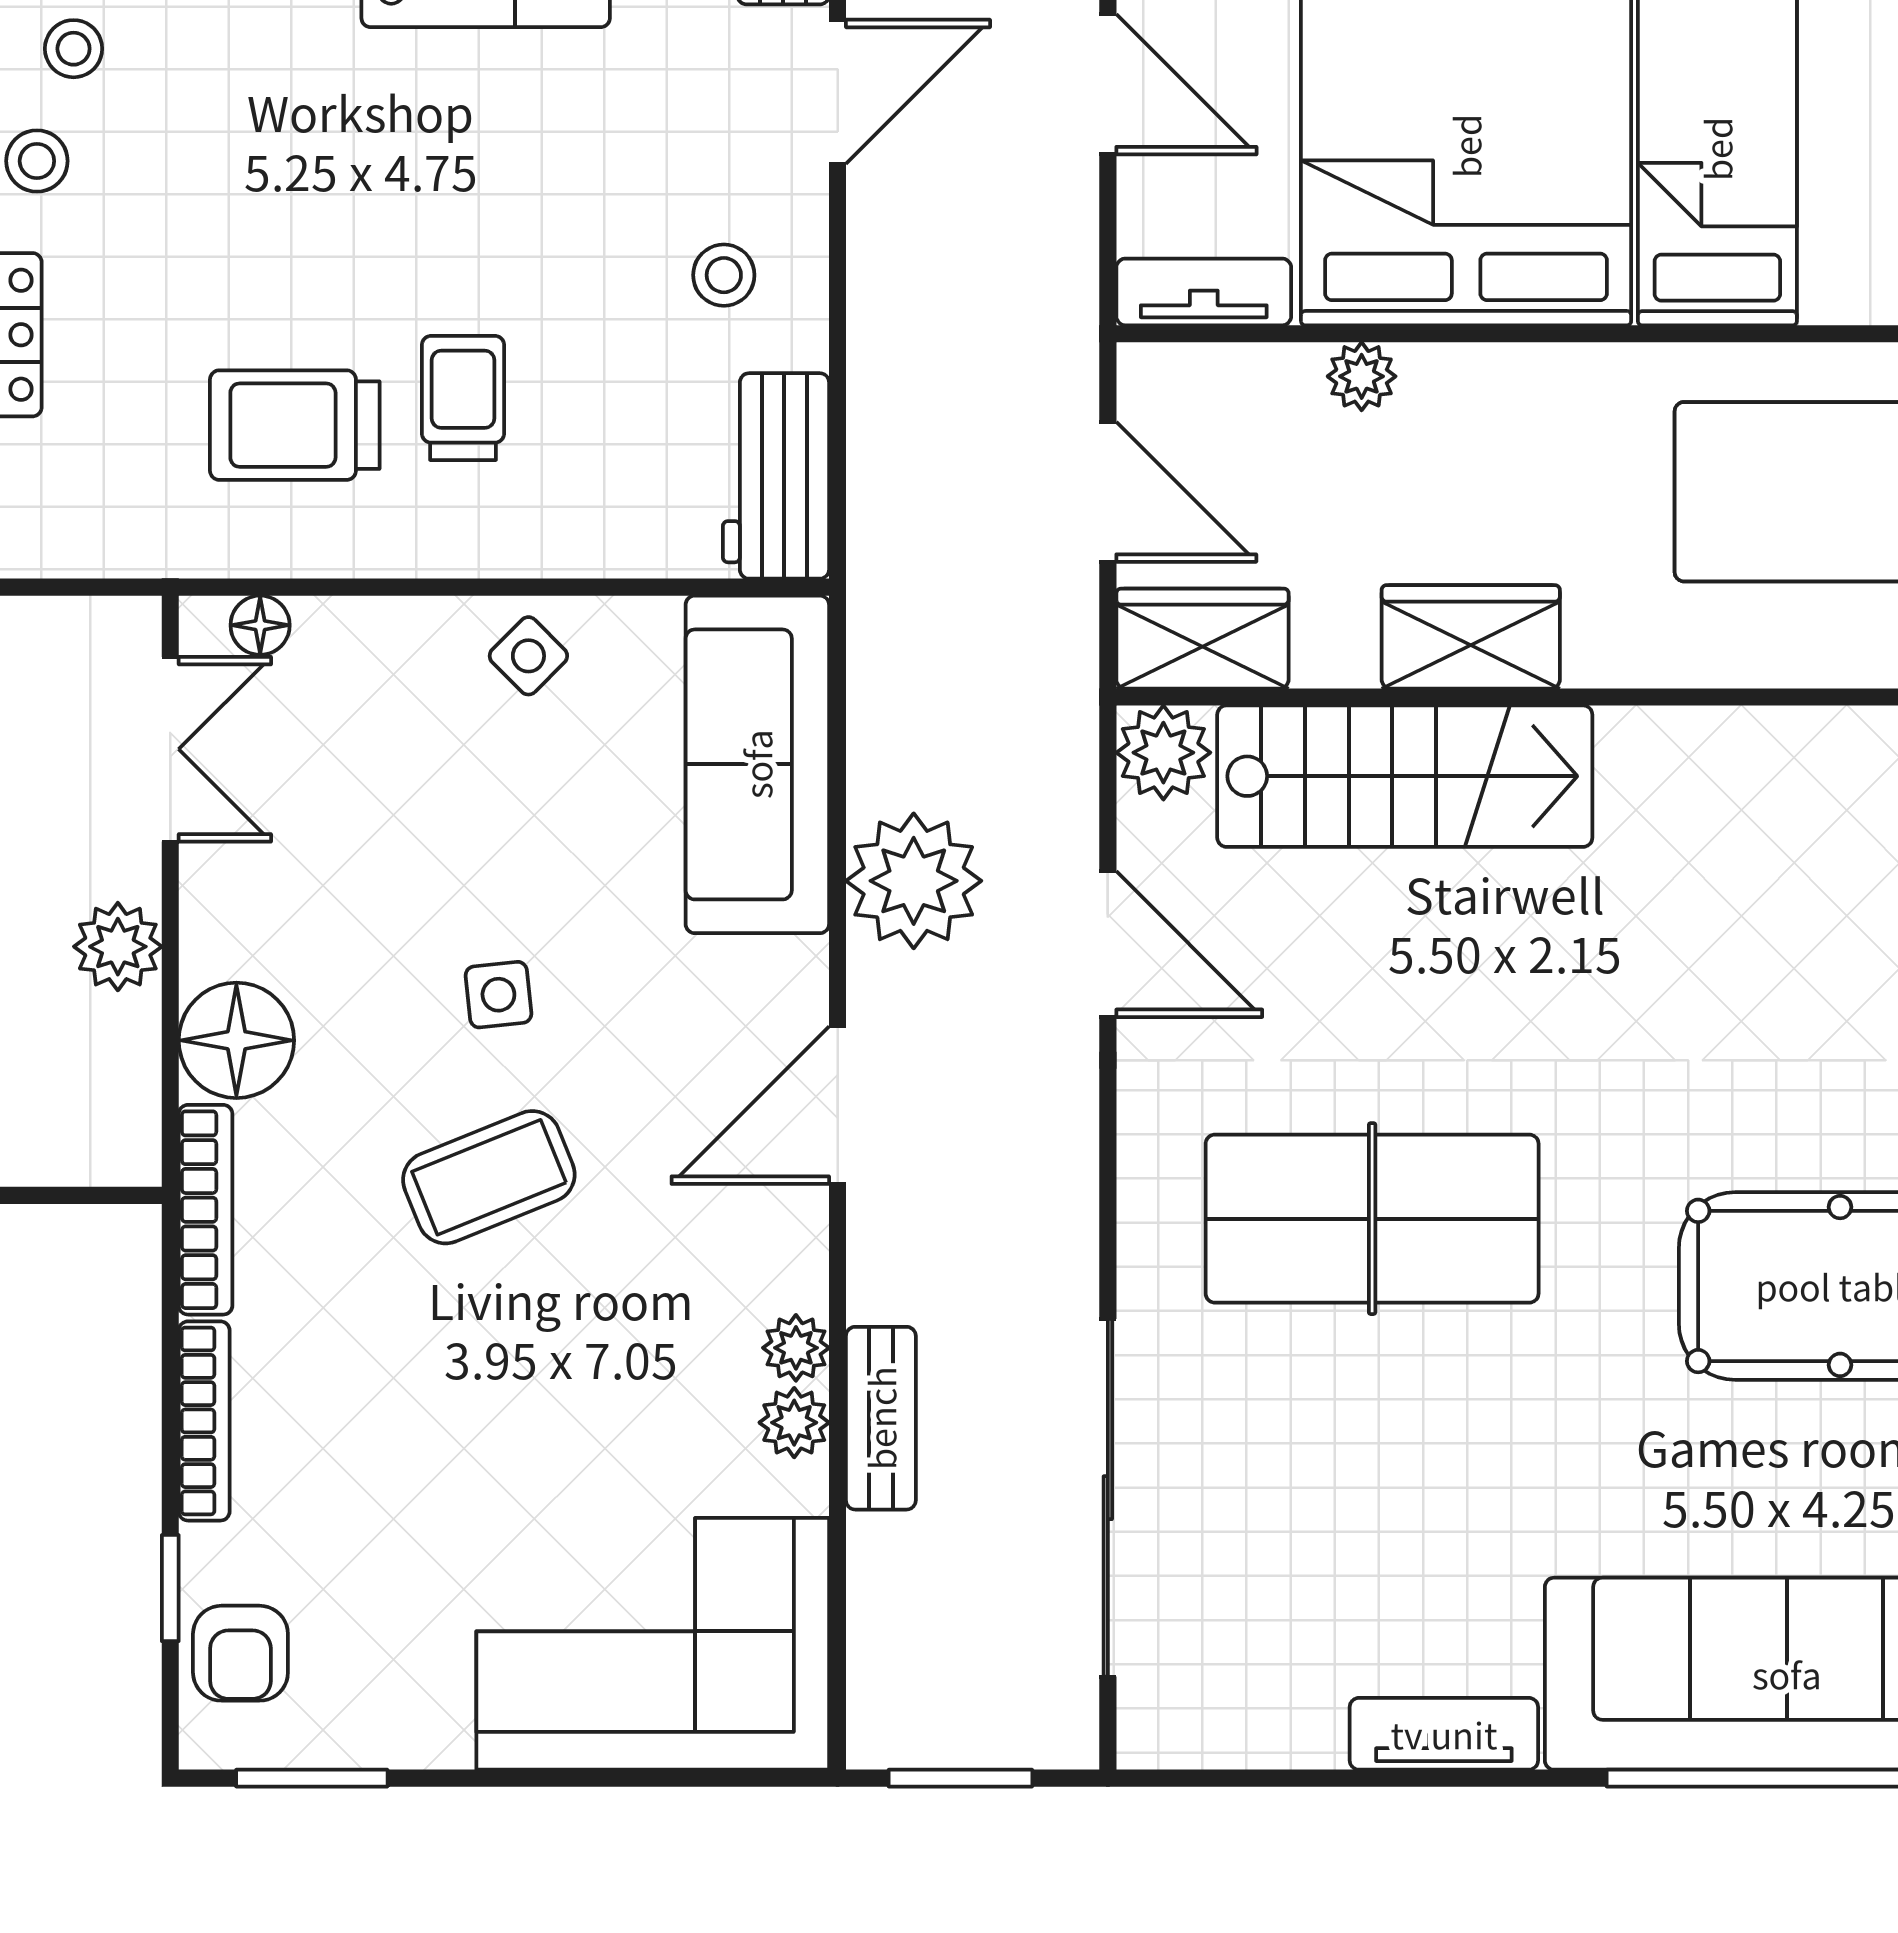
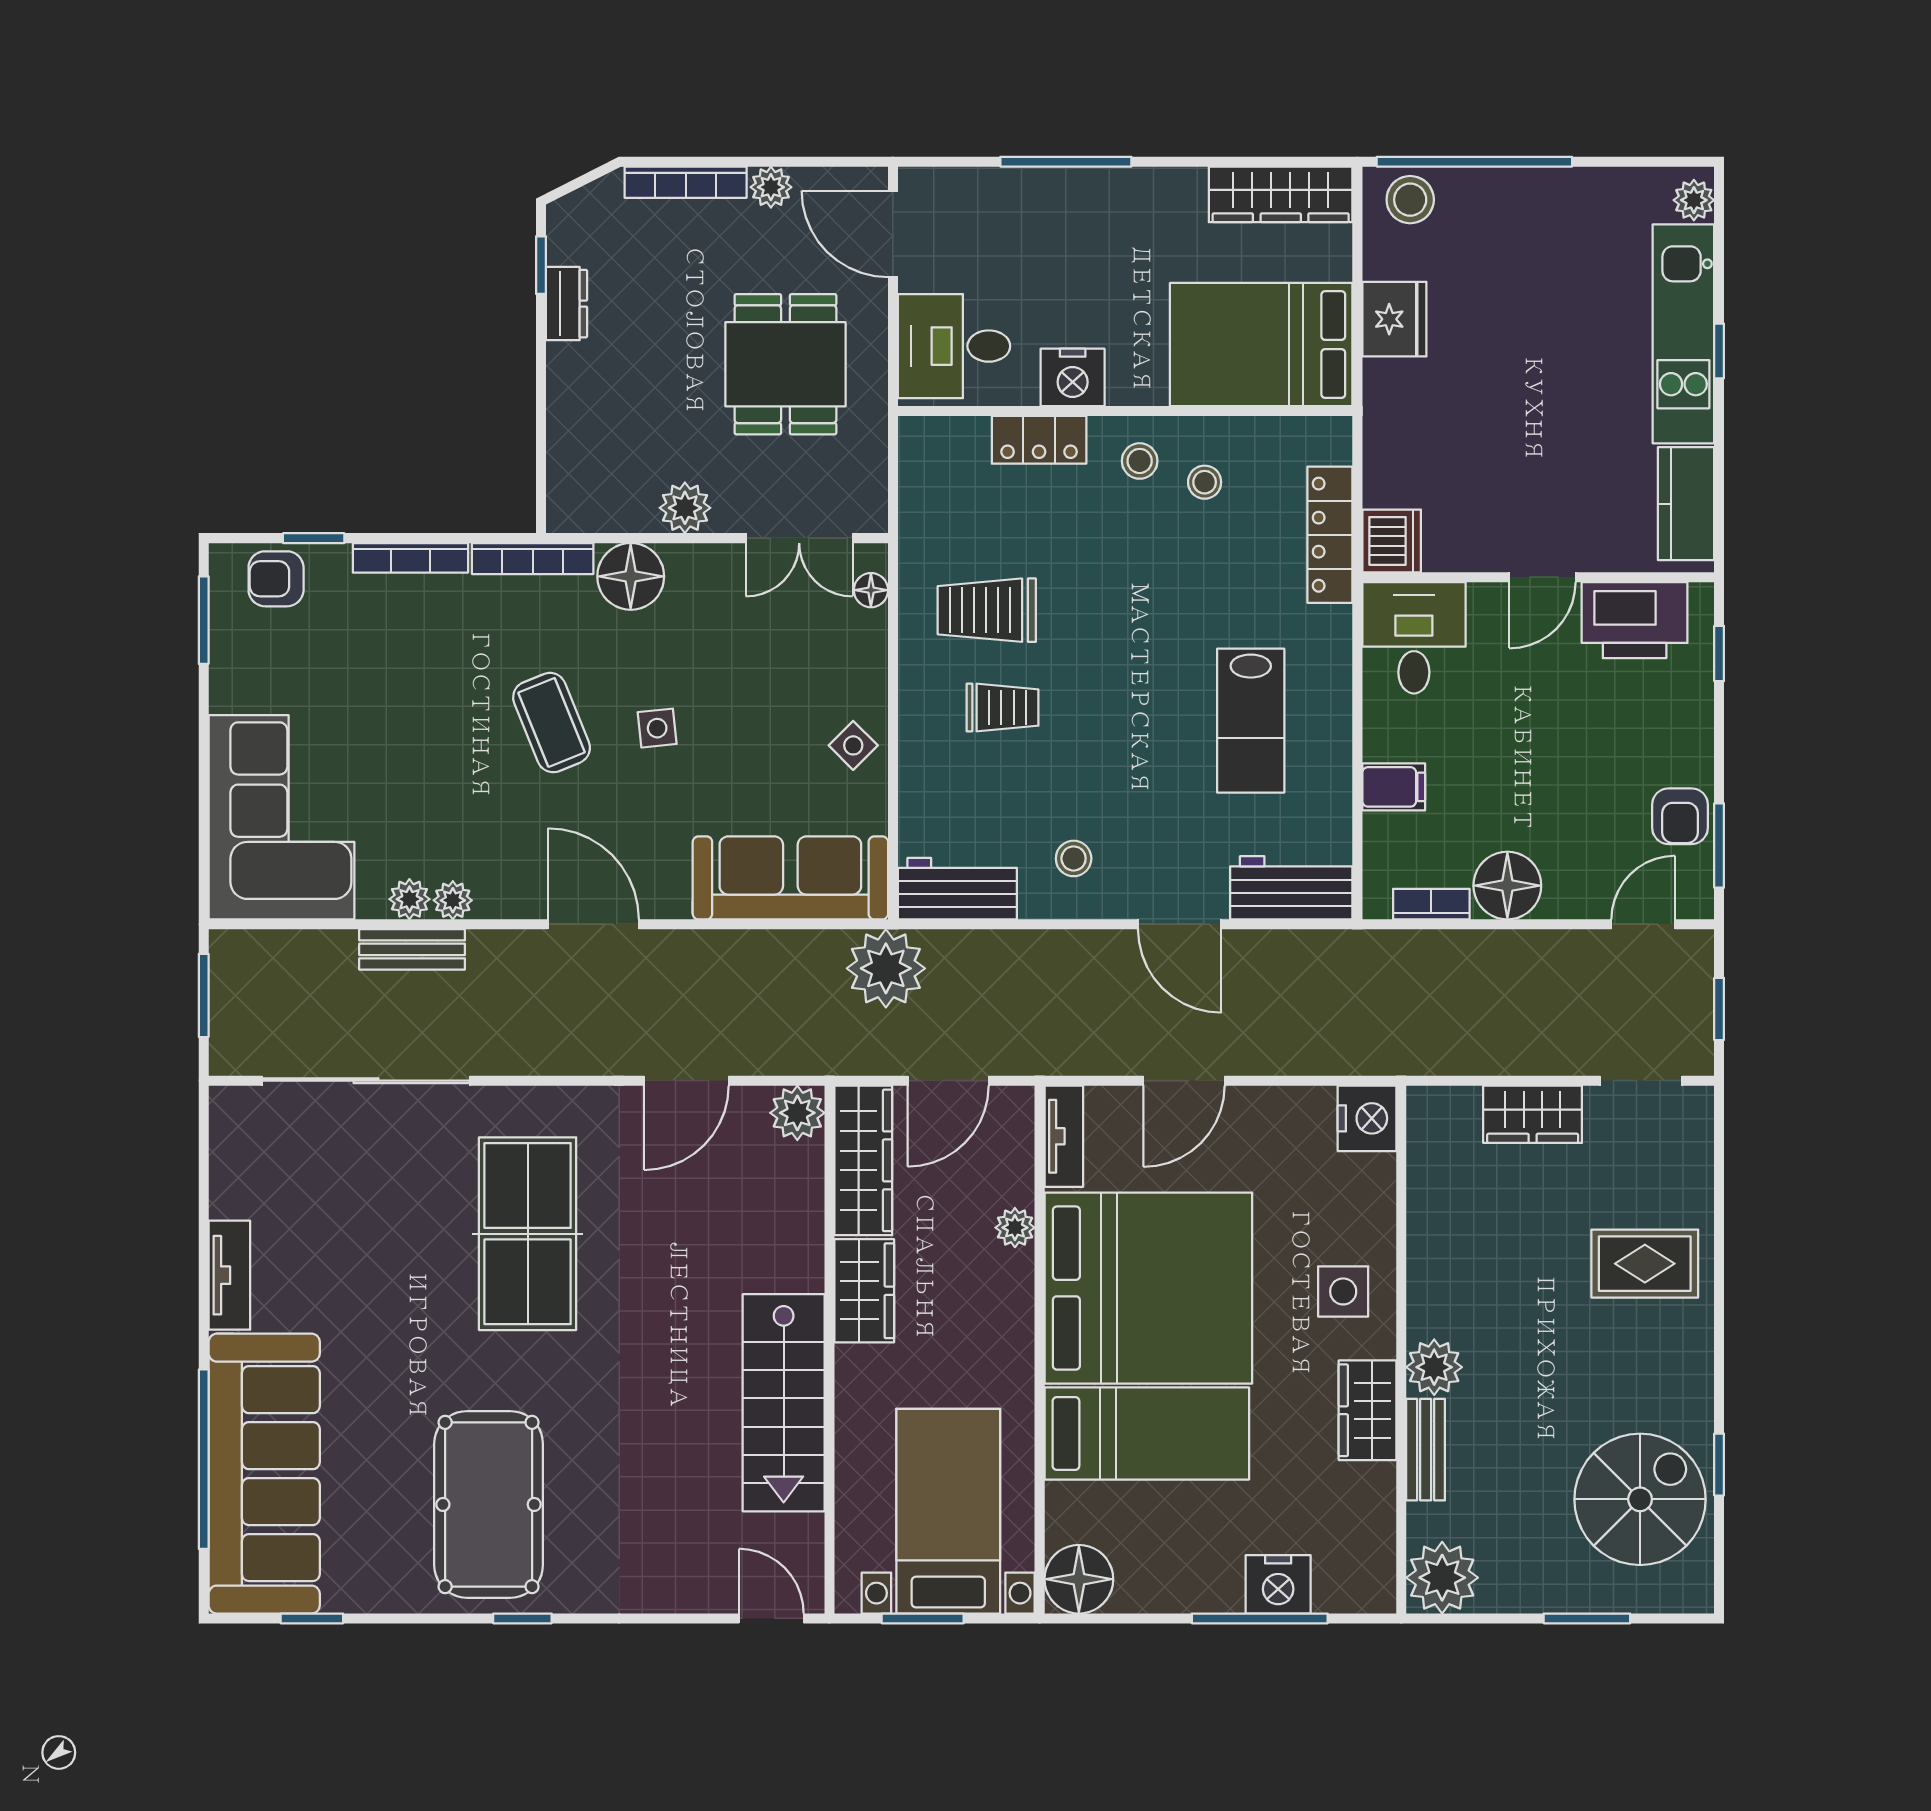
trolley: (295, 425) -> (987, 610), turned -90
wardrobe: (1202, 639) -> (863, 1160), width x1.50
stairs: (1405, 776) -> (784, 1403), moved
plant: (914, 881) -> (886, 968), moved

